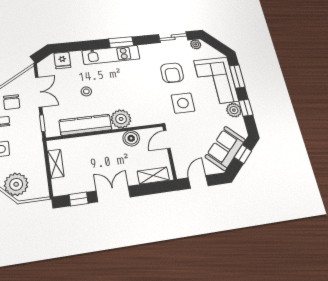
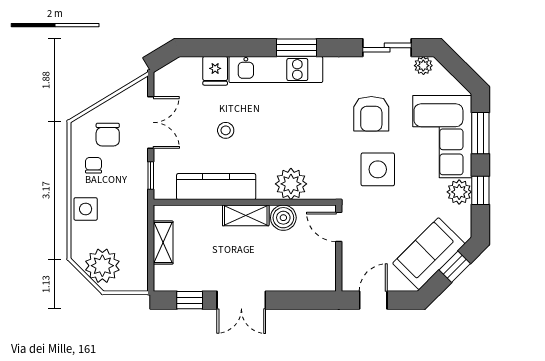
fridge: (62, 60) -> (215, 71), moved
plant: (121, 119) -> (291, 184), moved
door: (167, 139) -> (339, 227), hinge flipped
shelving: (153, 176) -> (246, 215), moved
double door: (113, 194) -> (241, 300), swing flipped

